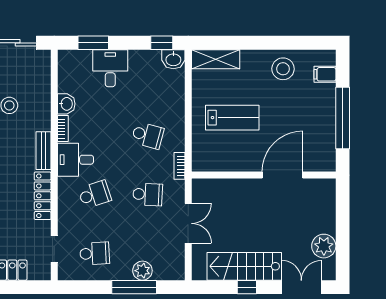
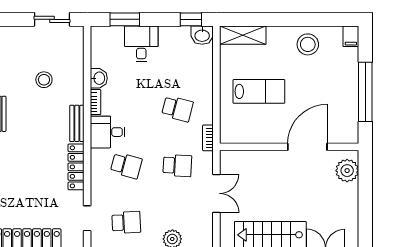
filing cabinet: (325, 74) -> (351, 36), moved, turned -90
school desk: (95, 194) -> (126, 166), turned 33
plant: (324, 246) -> (347, 171), moved

